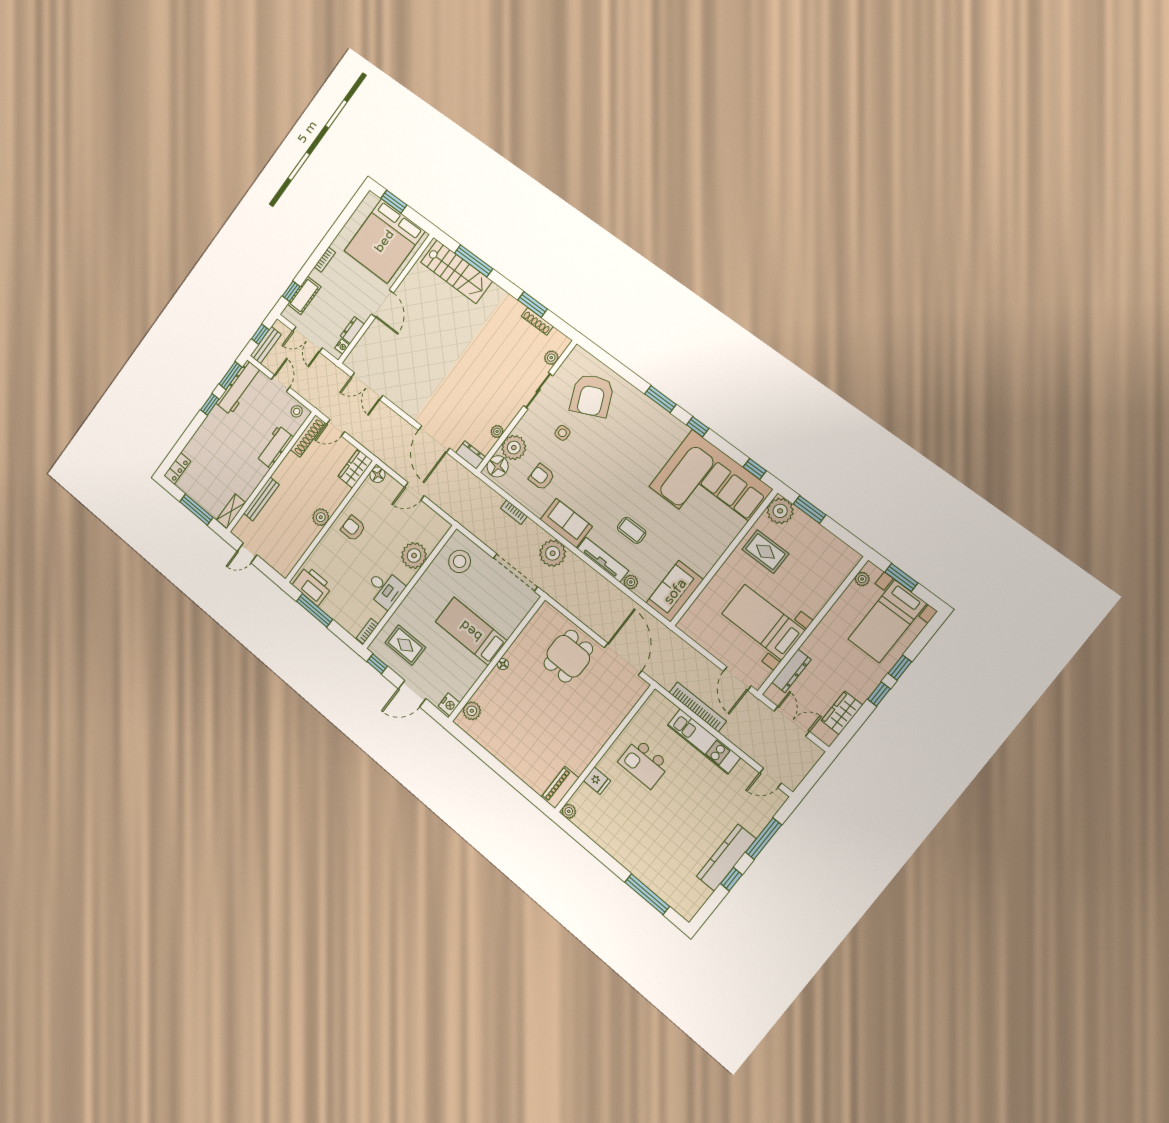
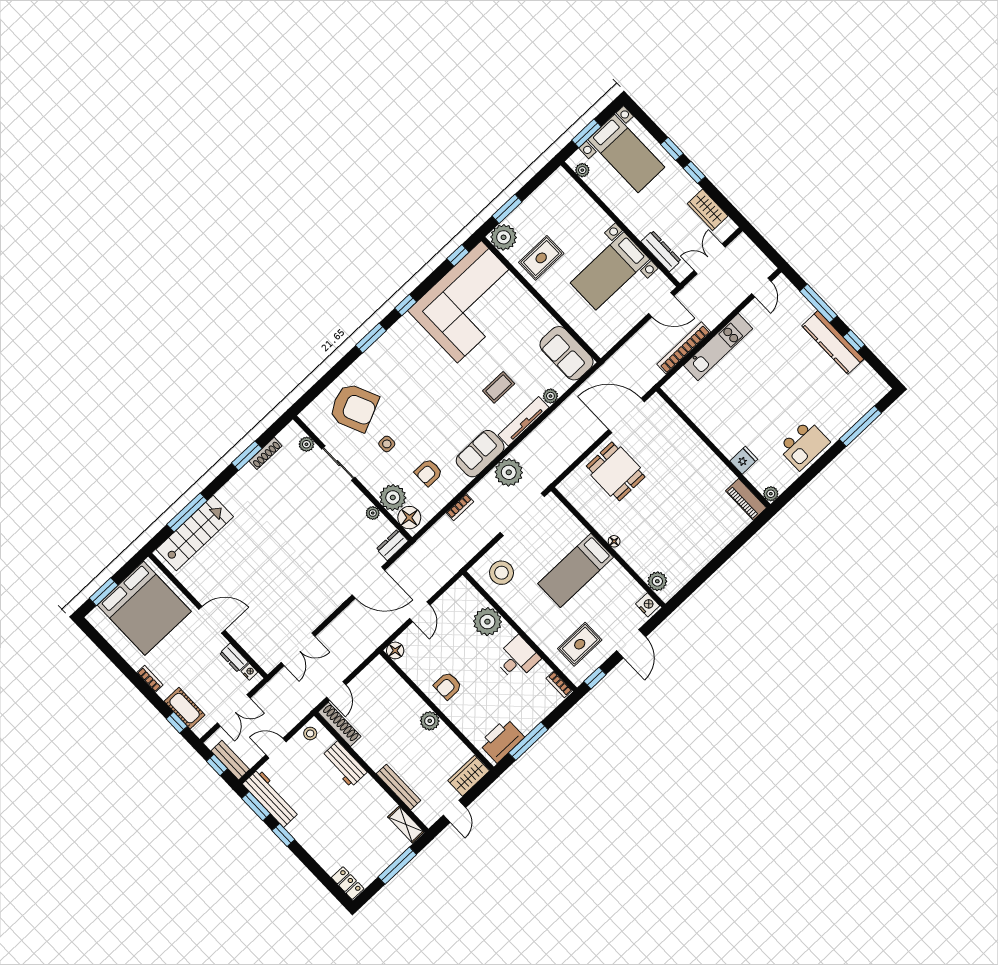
wardrobe: (355, 469) -> (469, 776), moved, turned 90
kitchen island: (644, 763) -> (804, 445), moved

